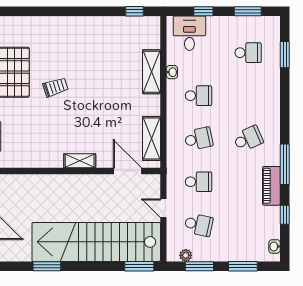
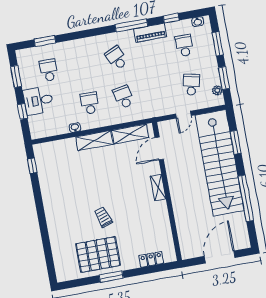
desk: (189, 33) -> (38, 101), moved
shelving: (151, 72) -> (94, 141), moved
school desk: (199, 182) -> (184, 46), moved
window: (47, 266) -> (246, 198), width x2.11
window: (139, 266) -> (236, 142), moved

